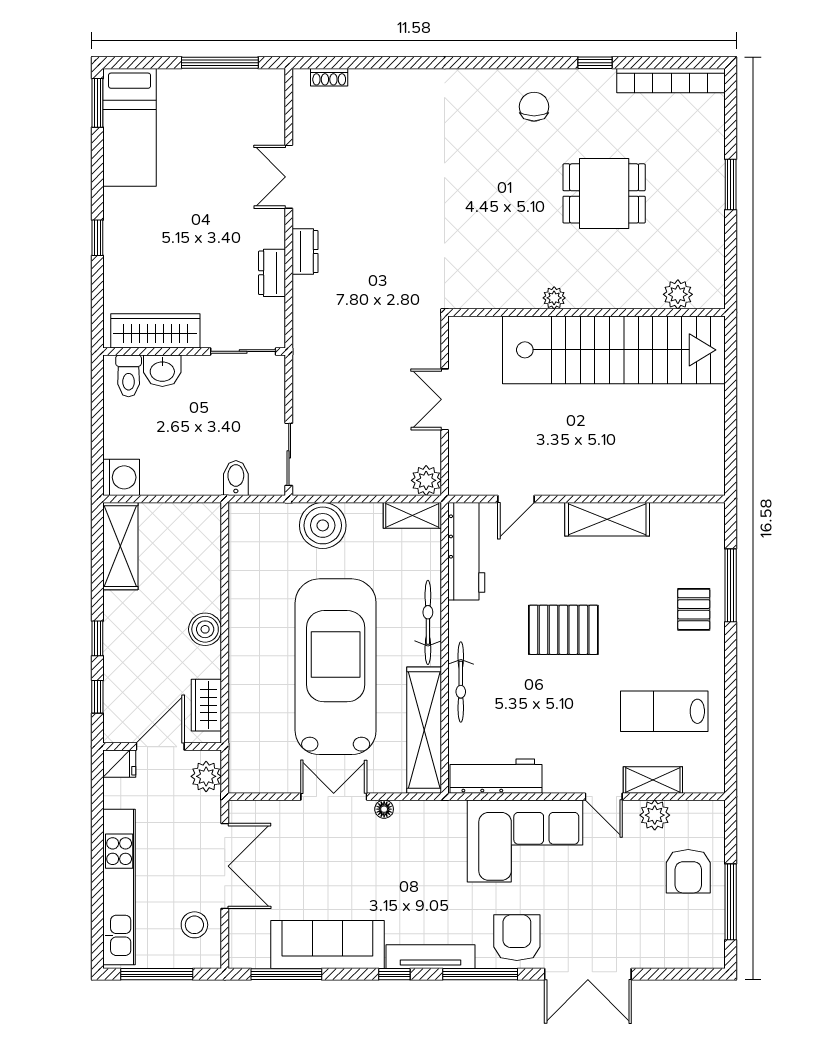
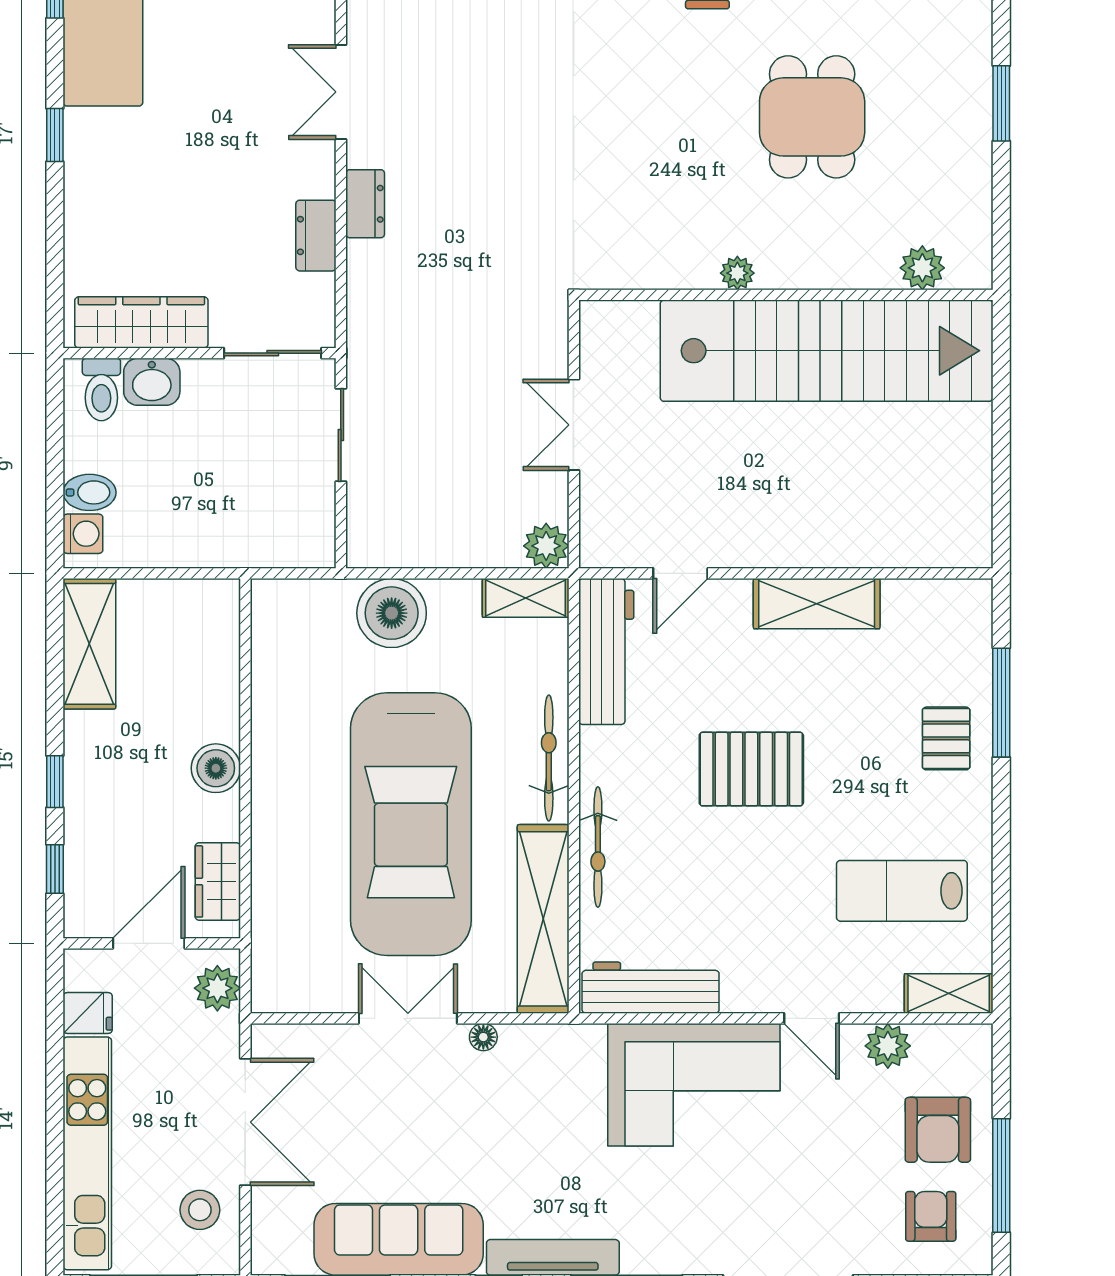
dining table: (604, 193) -> (812, 117), turned 90
window: (97, 238) -> (55, 135), moved
sliding door: (289, 454) -> (341, 435), moved
washing machine: (121, 477) -> (83, 534), width x0.73, depth x0.73
bidet: (236, 478) -> (90, 492), moved, turned 90
car: (336, 667) -> (411, 824), turned 180
fridge: (119, 764) -> (88, 1013), moved
shelving: (653, 780) -> (949, 993), moved
armchair: (517, 938) -> (931, 1216), moved, width x0.72, depth x0.72

